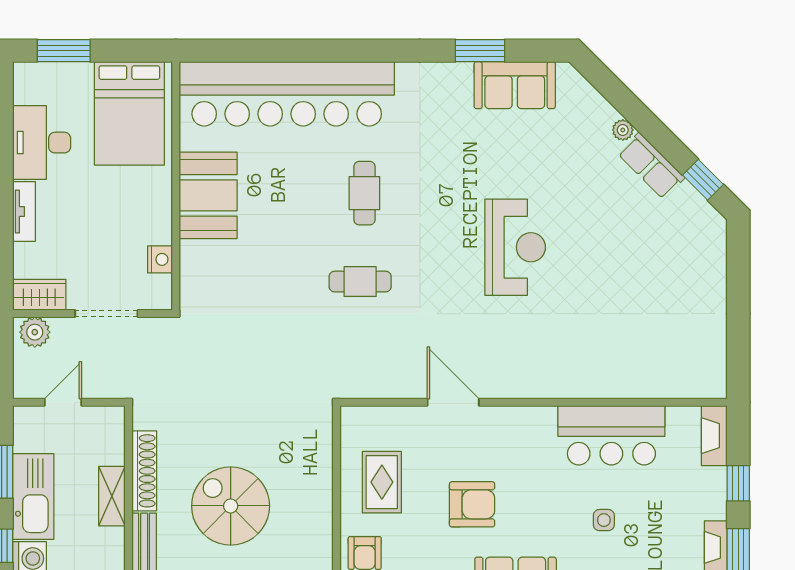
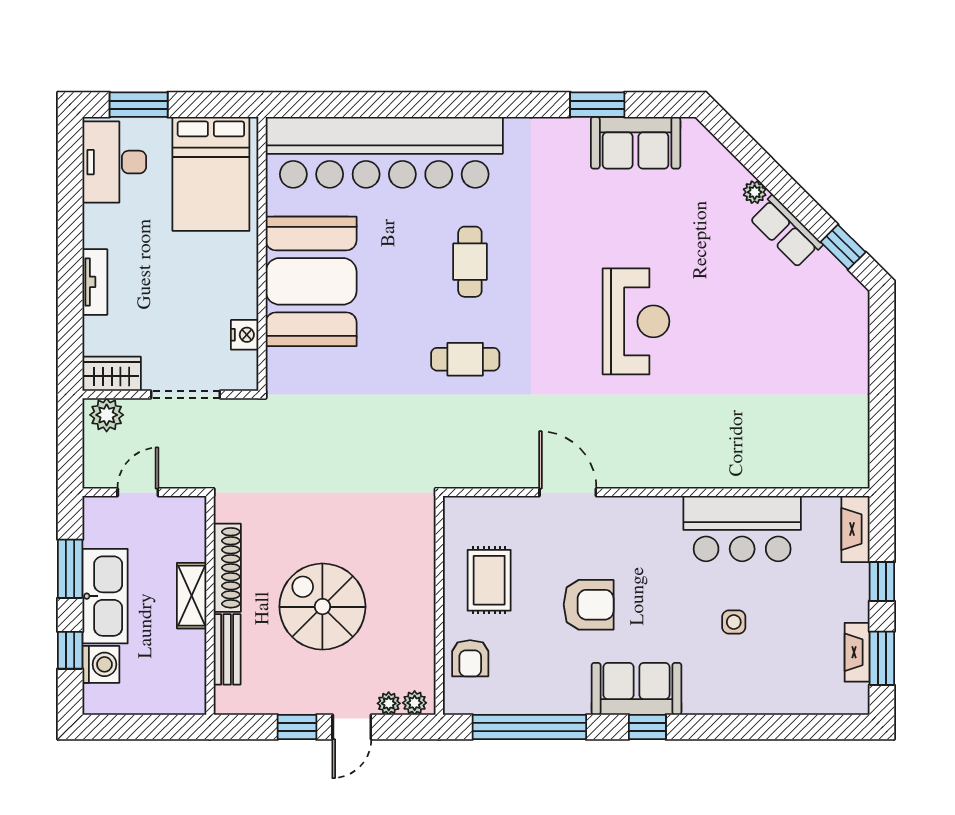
desk: (42, 143) -> (114, 162), moved
booth: (208, 195) -> (311, 281), width x1.36, depth x1.42

